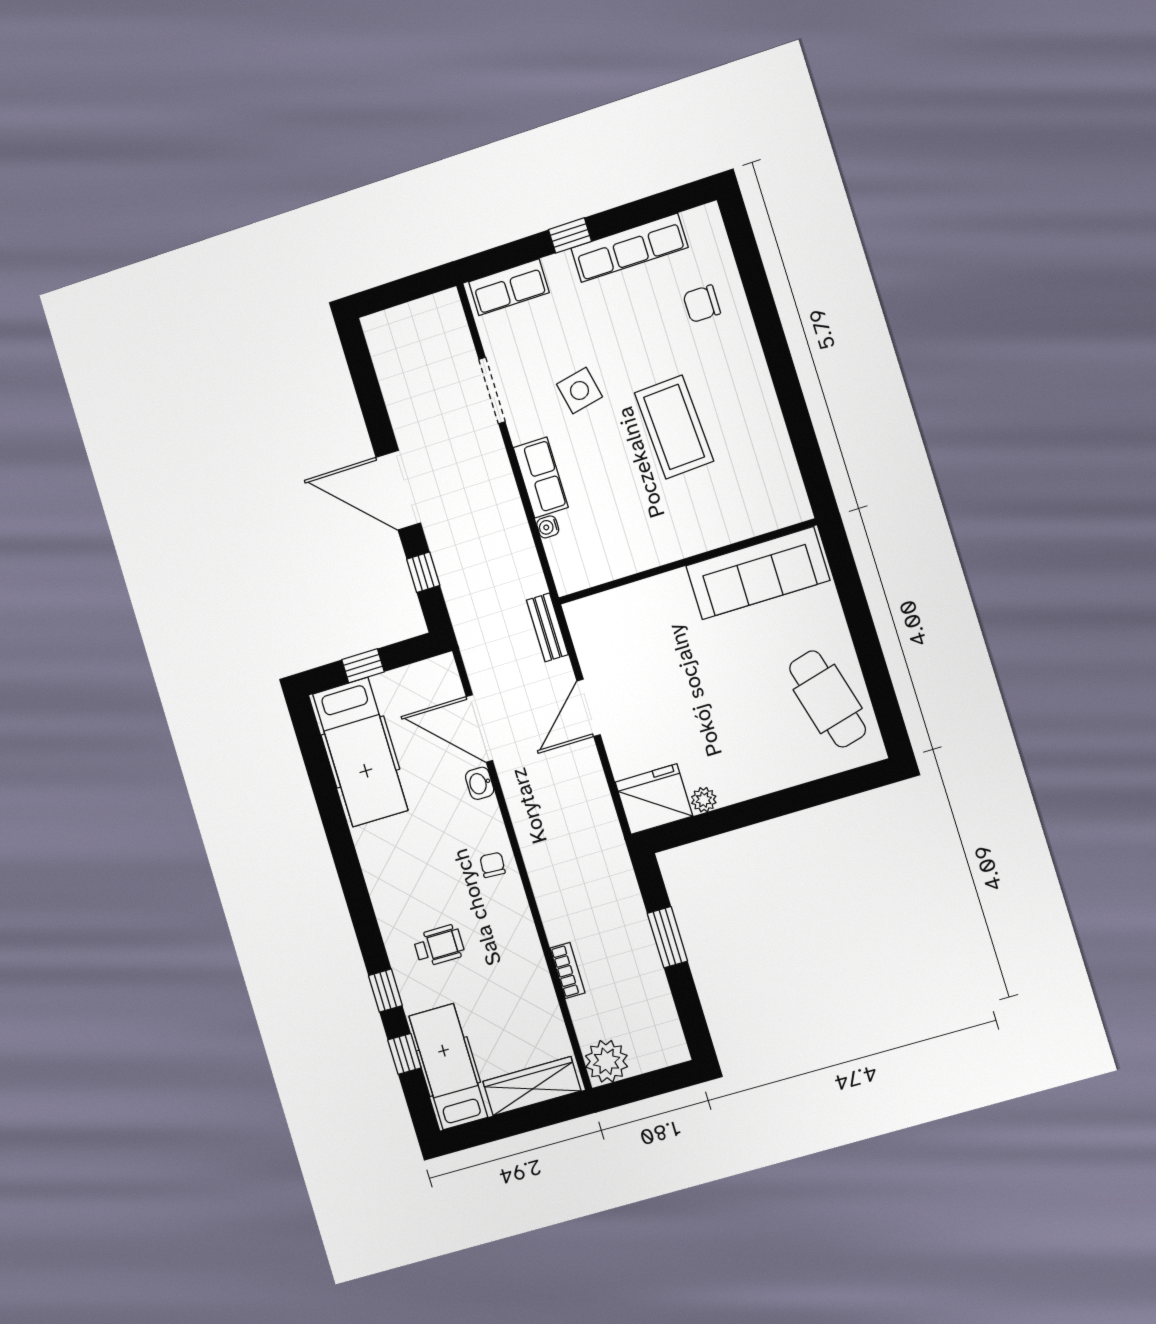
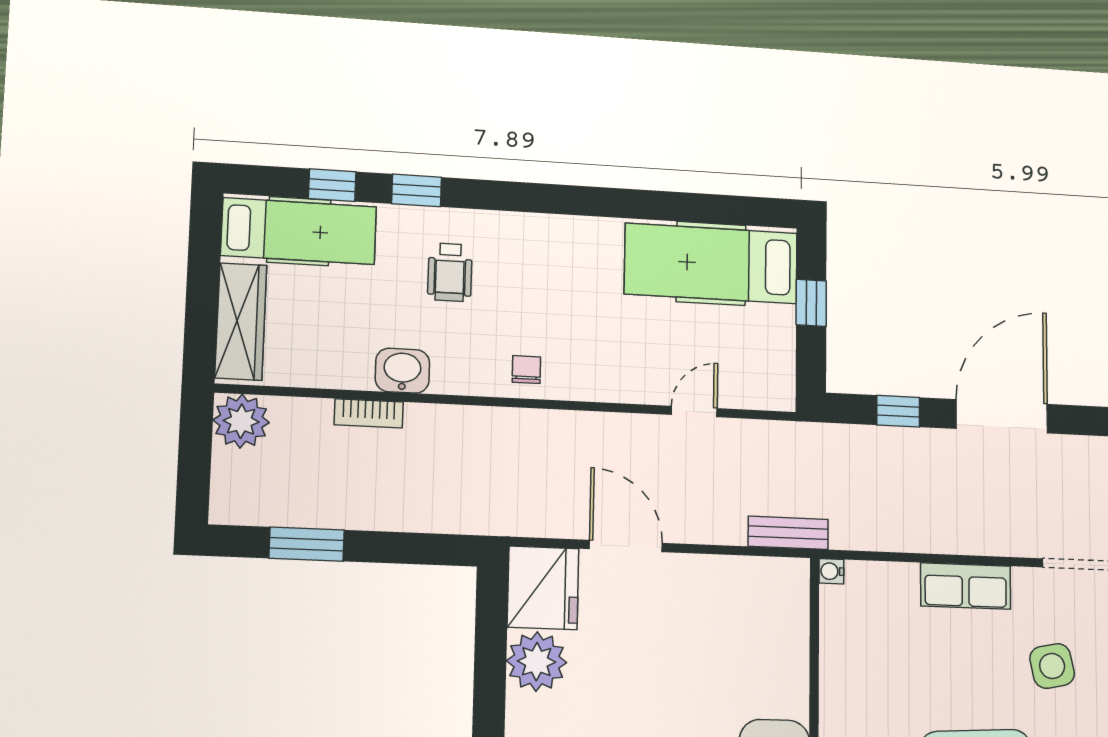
water cooler: (548, 527) -> (831, 571), moved, turned -90
door: (589, 708) -> (626, 546), moved
door: (479, 728) -> (694, 412), width x0.53
washbasin: (480, 783) -> (402, 371), moved, width x1.38, depth x1.45
plant: (704, 800) -> (537, 662), width x1.87, depth x1.87
chair: (493, 865) -> (526, 370), turned -94
window: (667, 937) -> (307, 544), moved

